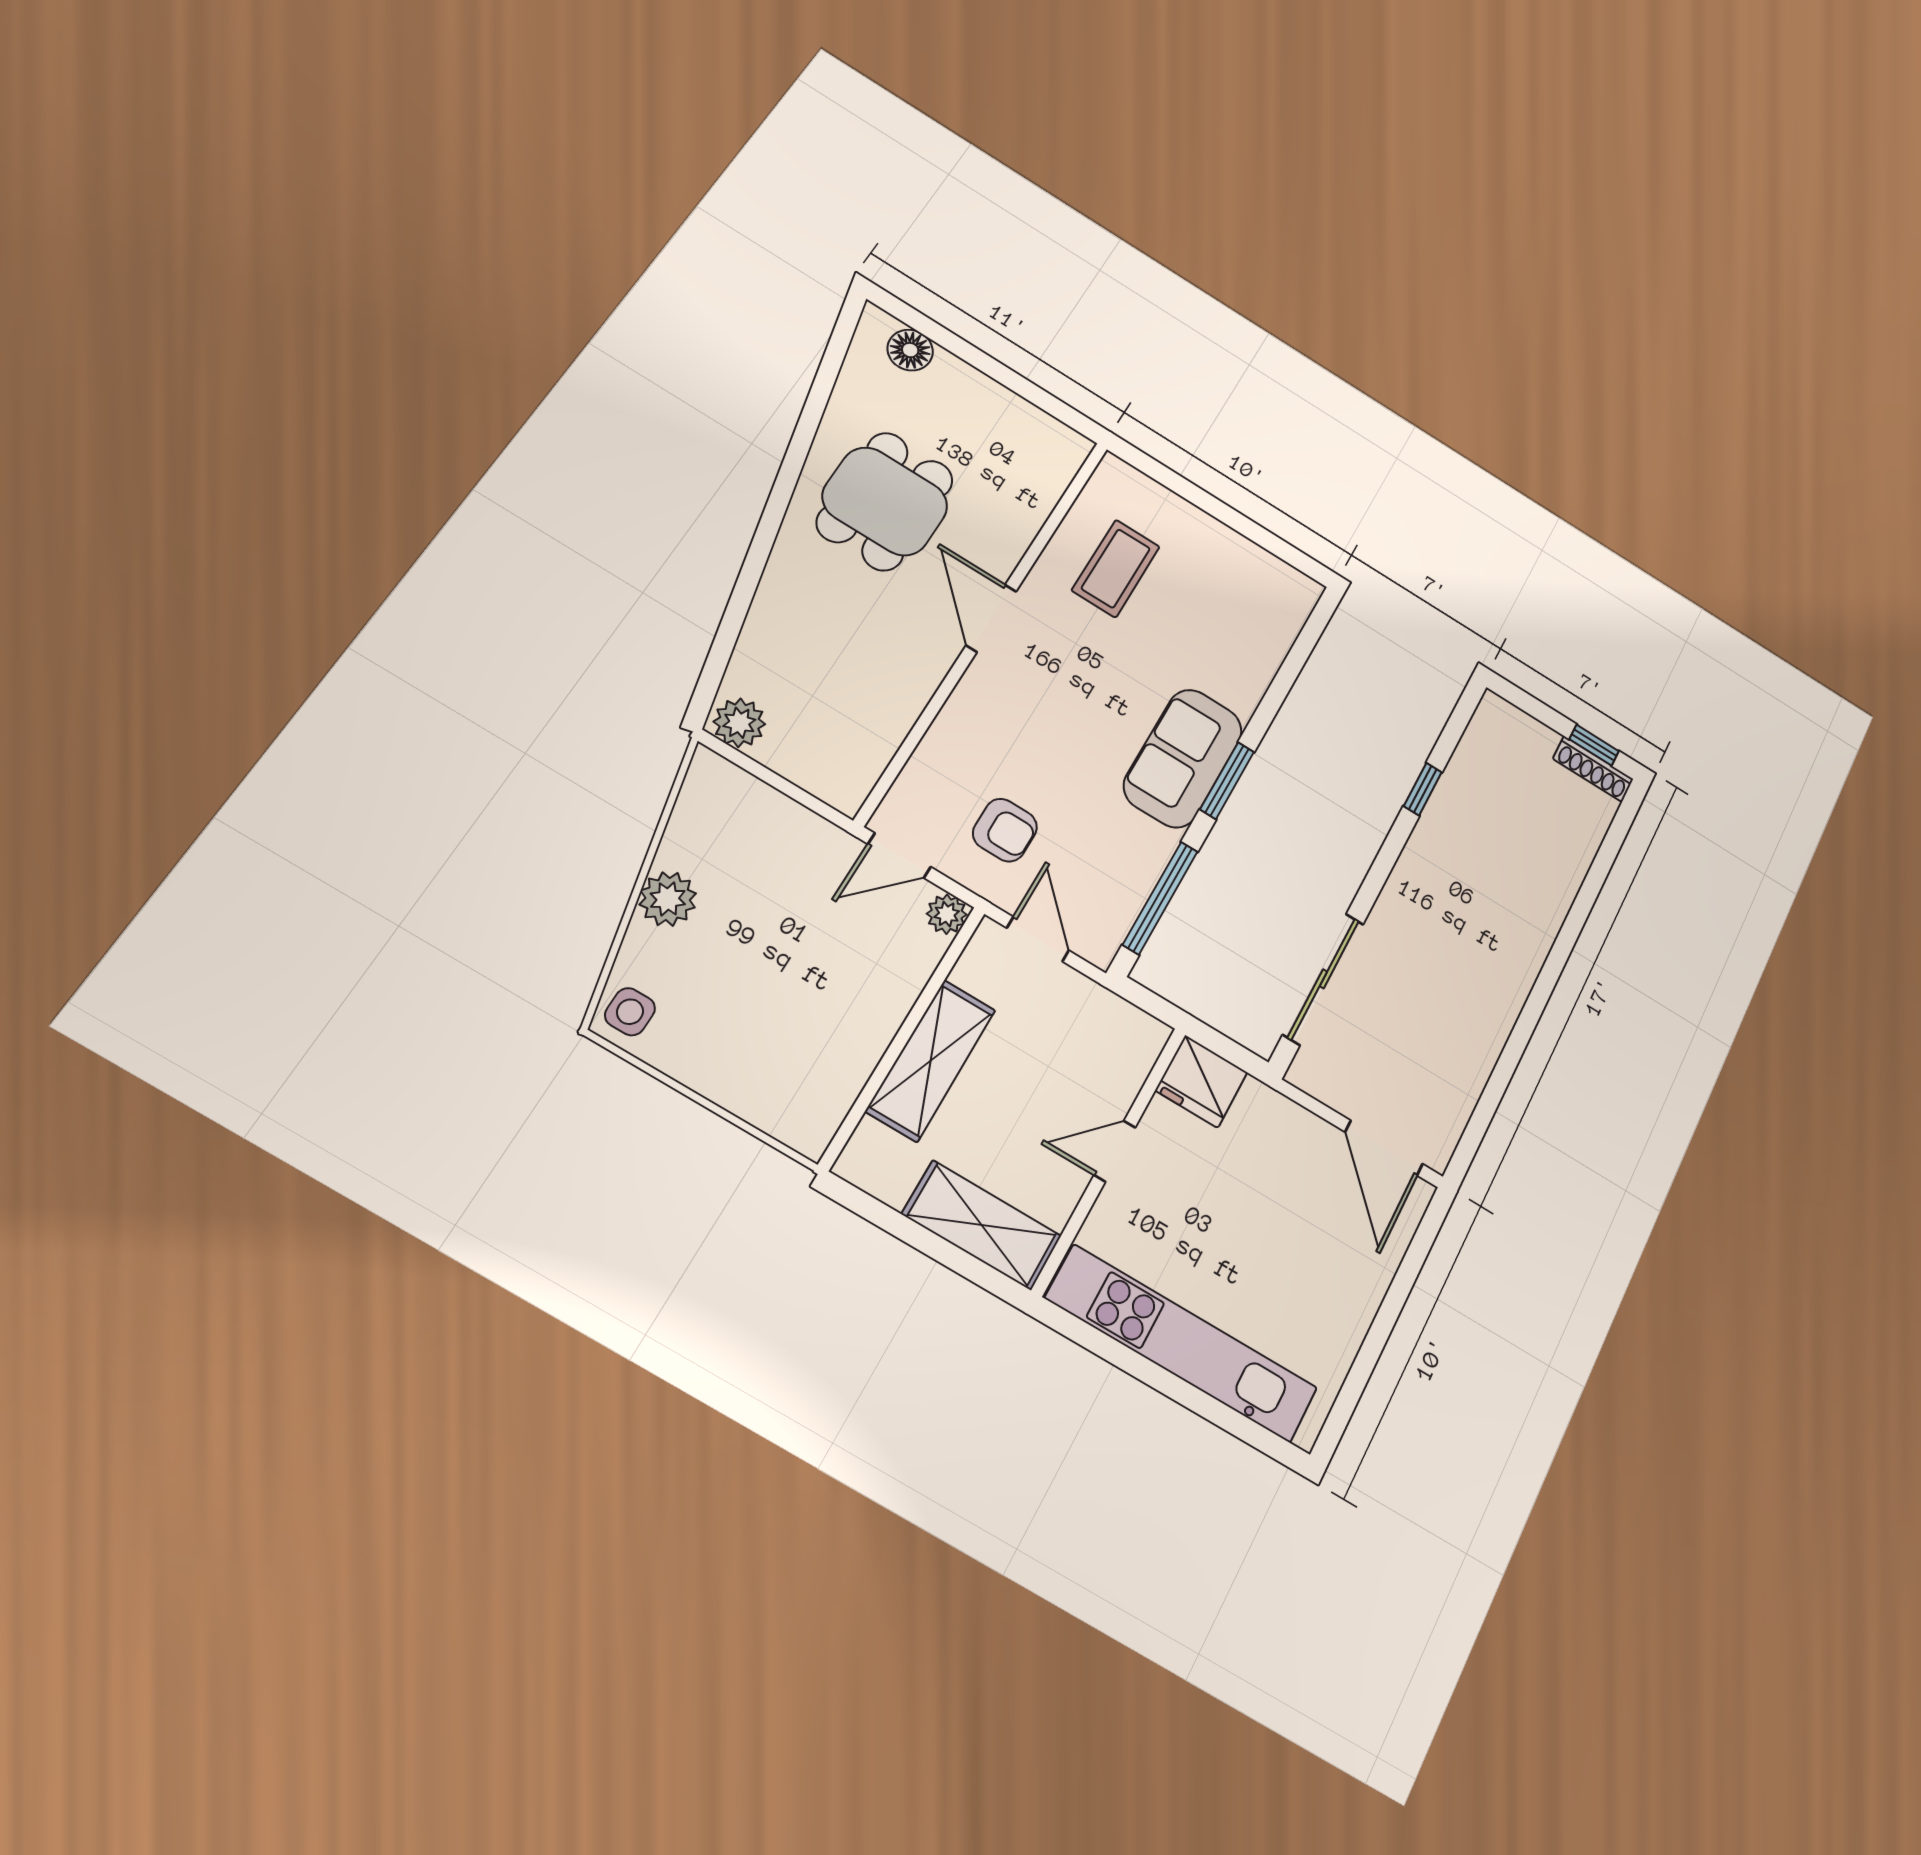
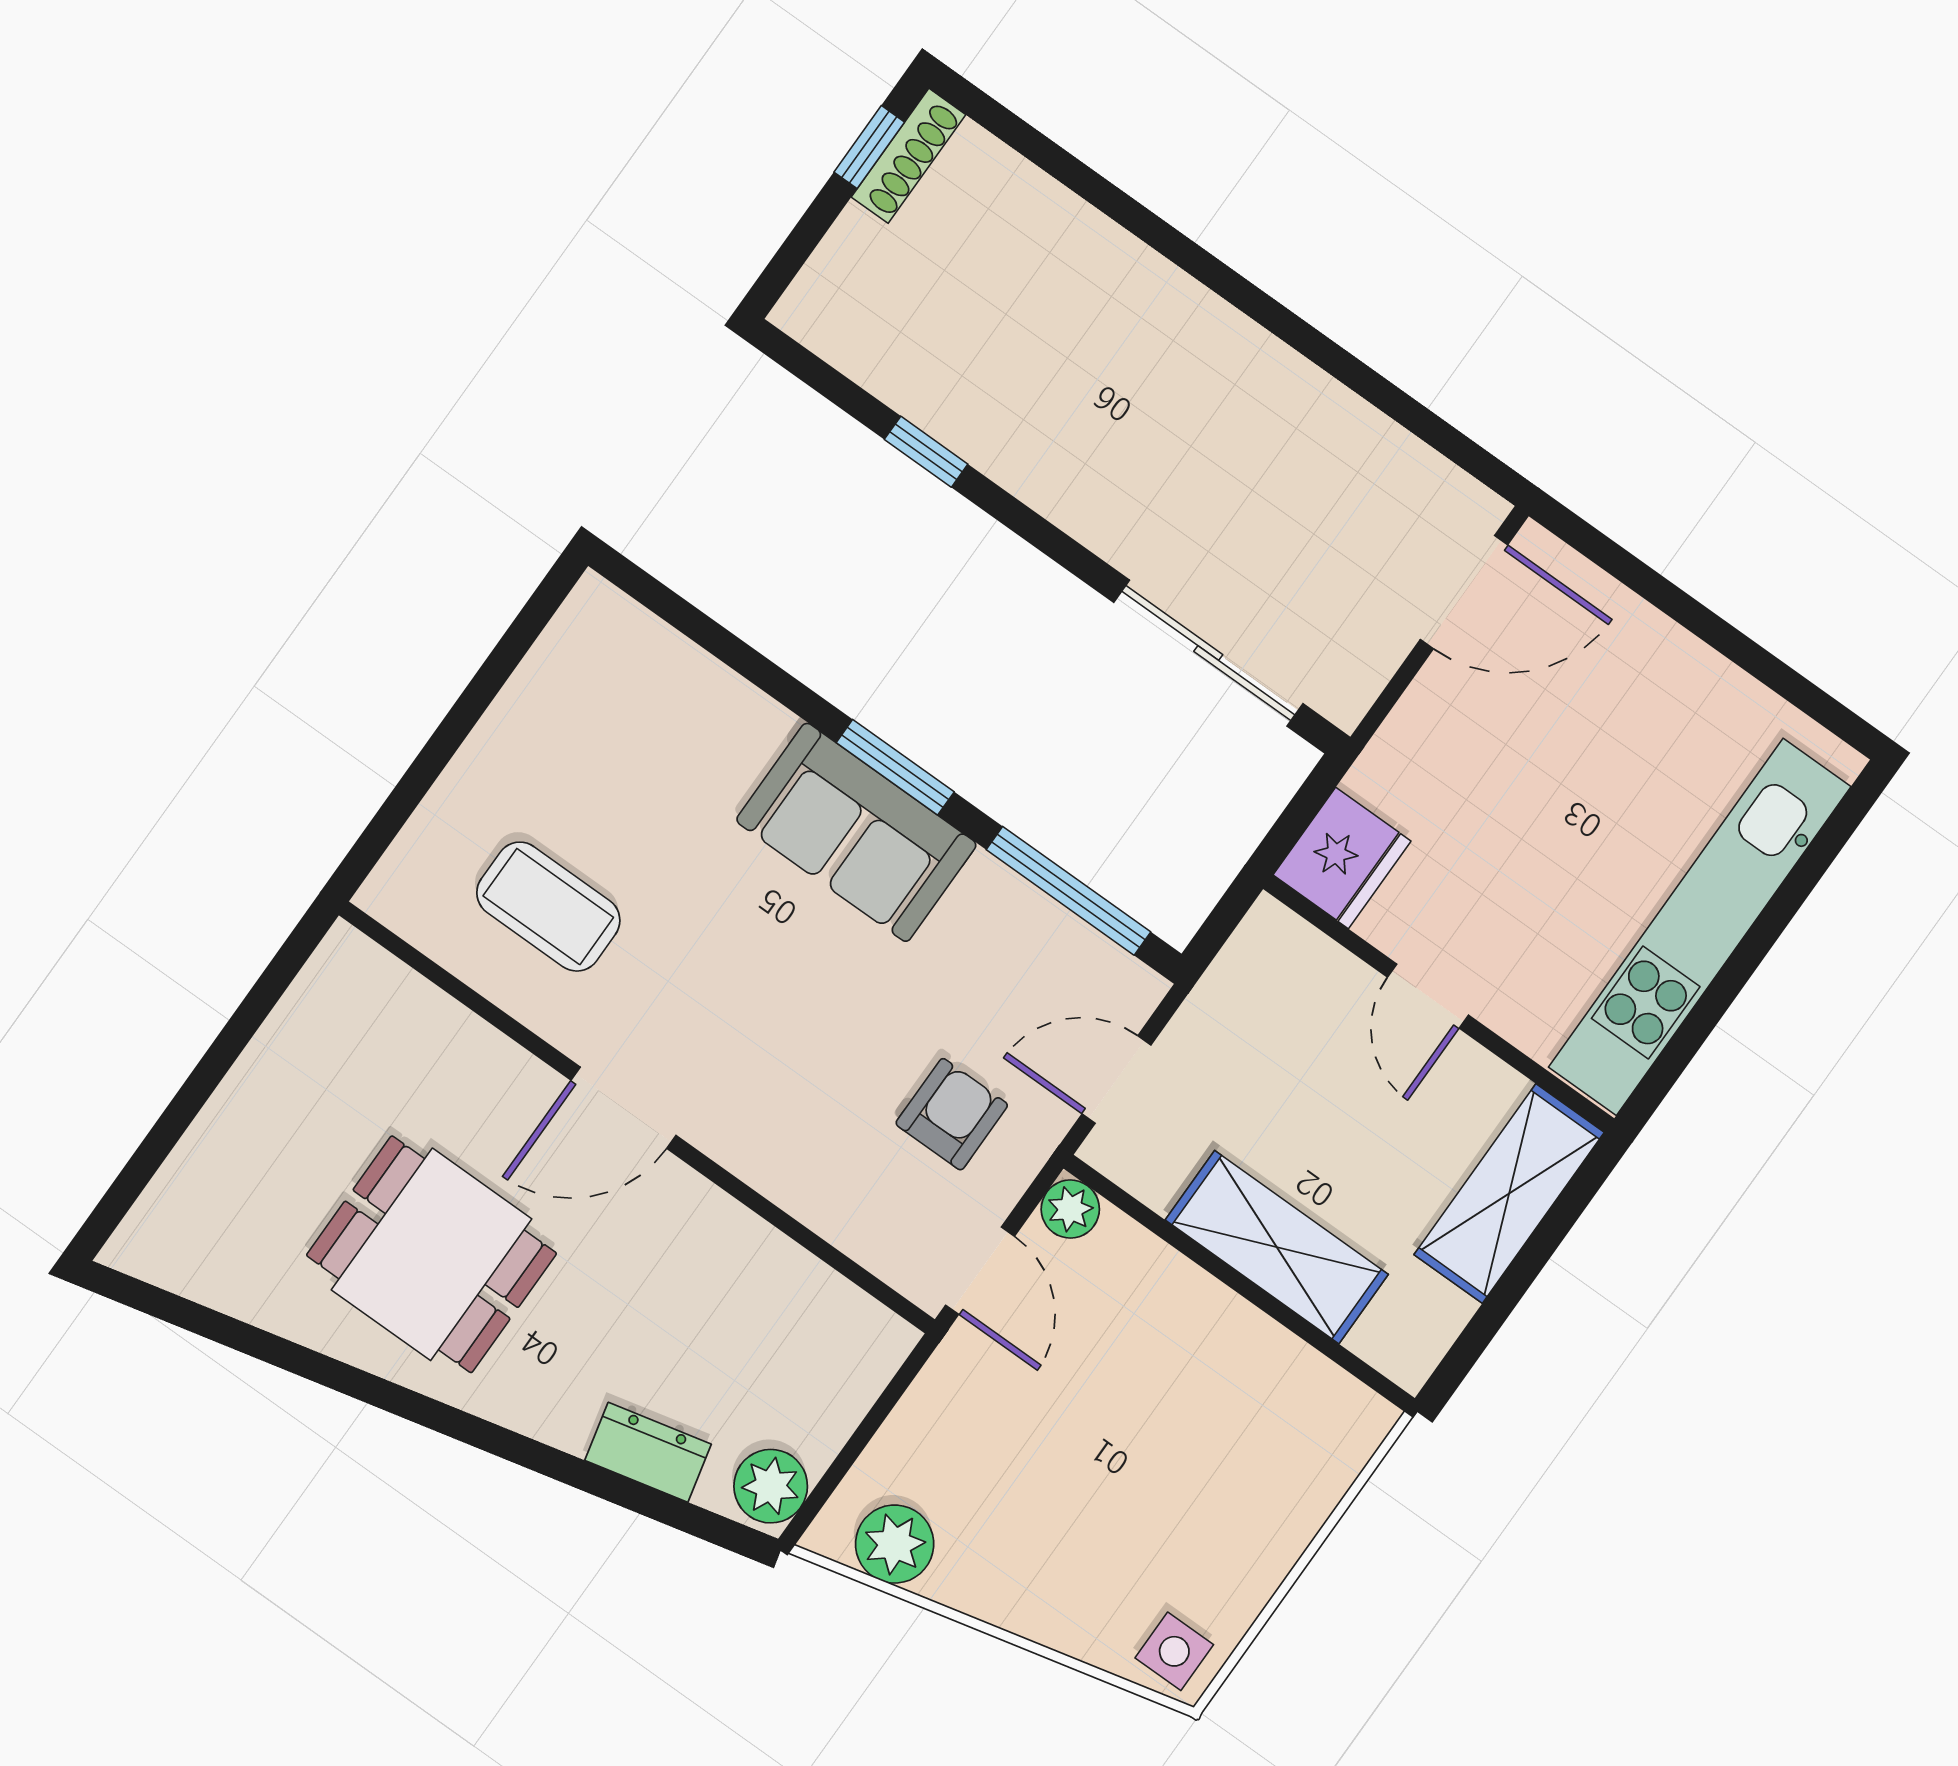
floor lamp: (910, 350) -> (180, 1198), removed
dresser: (759, 641) -> (648, 1452), added
plant: (668, 899) -> (895, 1544), moved

